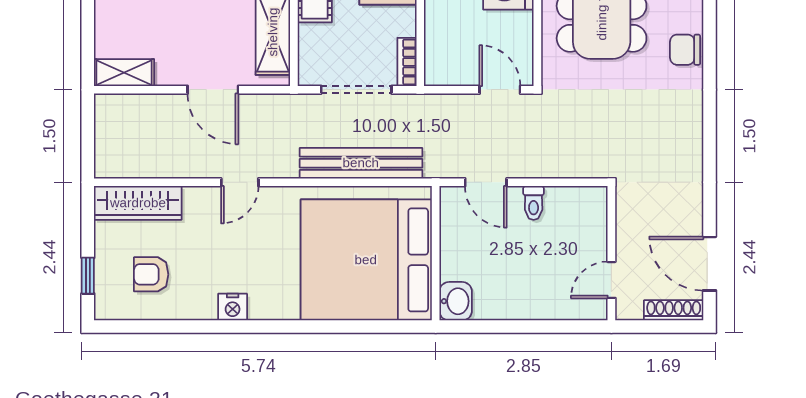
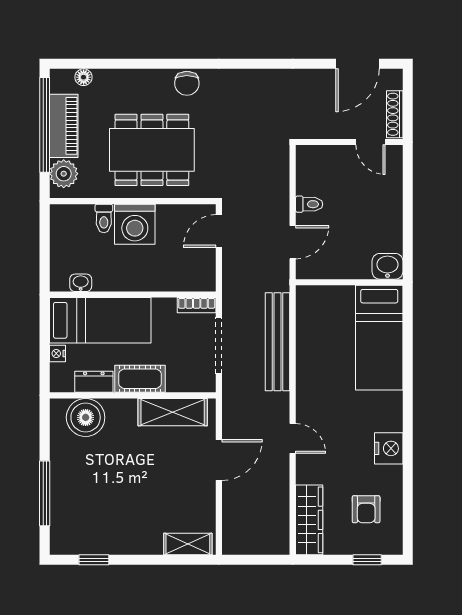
shelving: (124, 73) -> (188, 544), moved, turned 90
bed: (366, 260) -> (379, 338), width x0.49
nightstand: (233, 307) -> (389, 448), width x1.36, depth x1.33
shoe rack: (674, 310) -> (395, 114), moved

